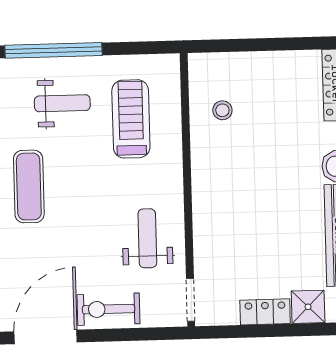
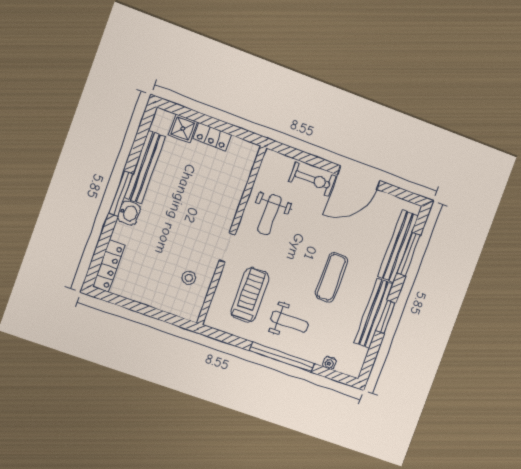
weight bench: (62, 103) -> (289, 322), turned 180
treadmill: (131, 119) -> (250, 295), turned 180
doorway: (191, 300) -> (227, 248), moved

